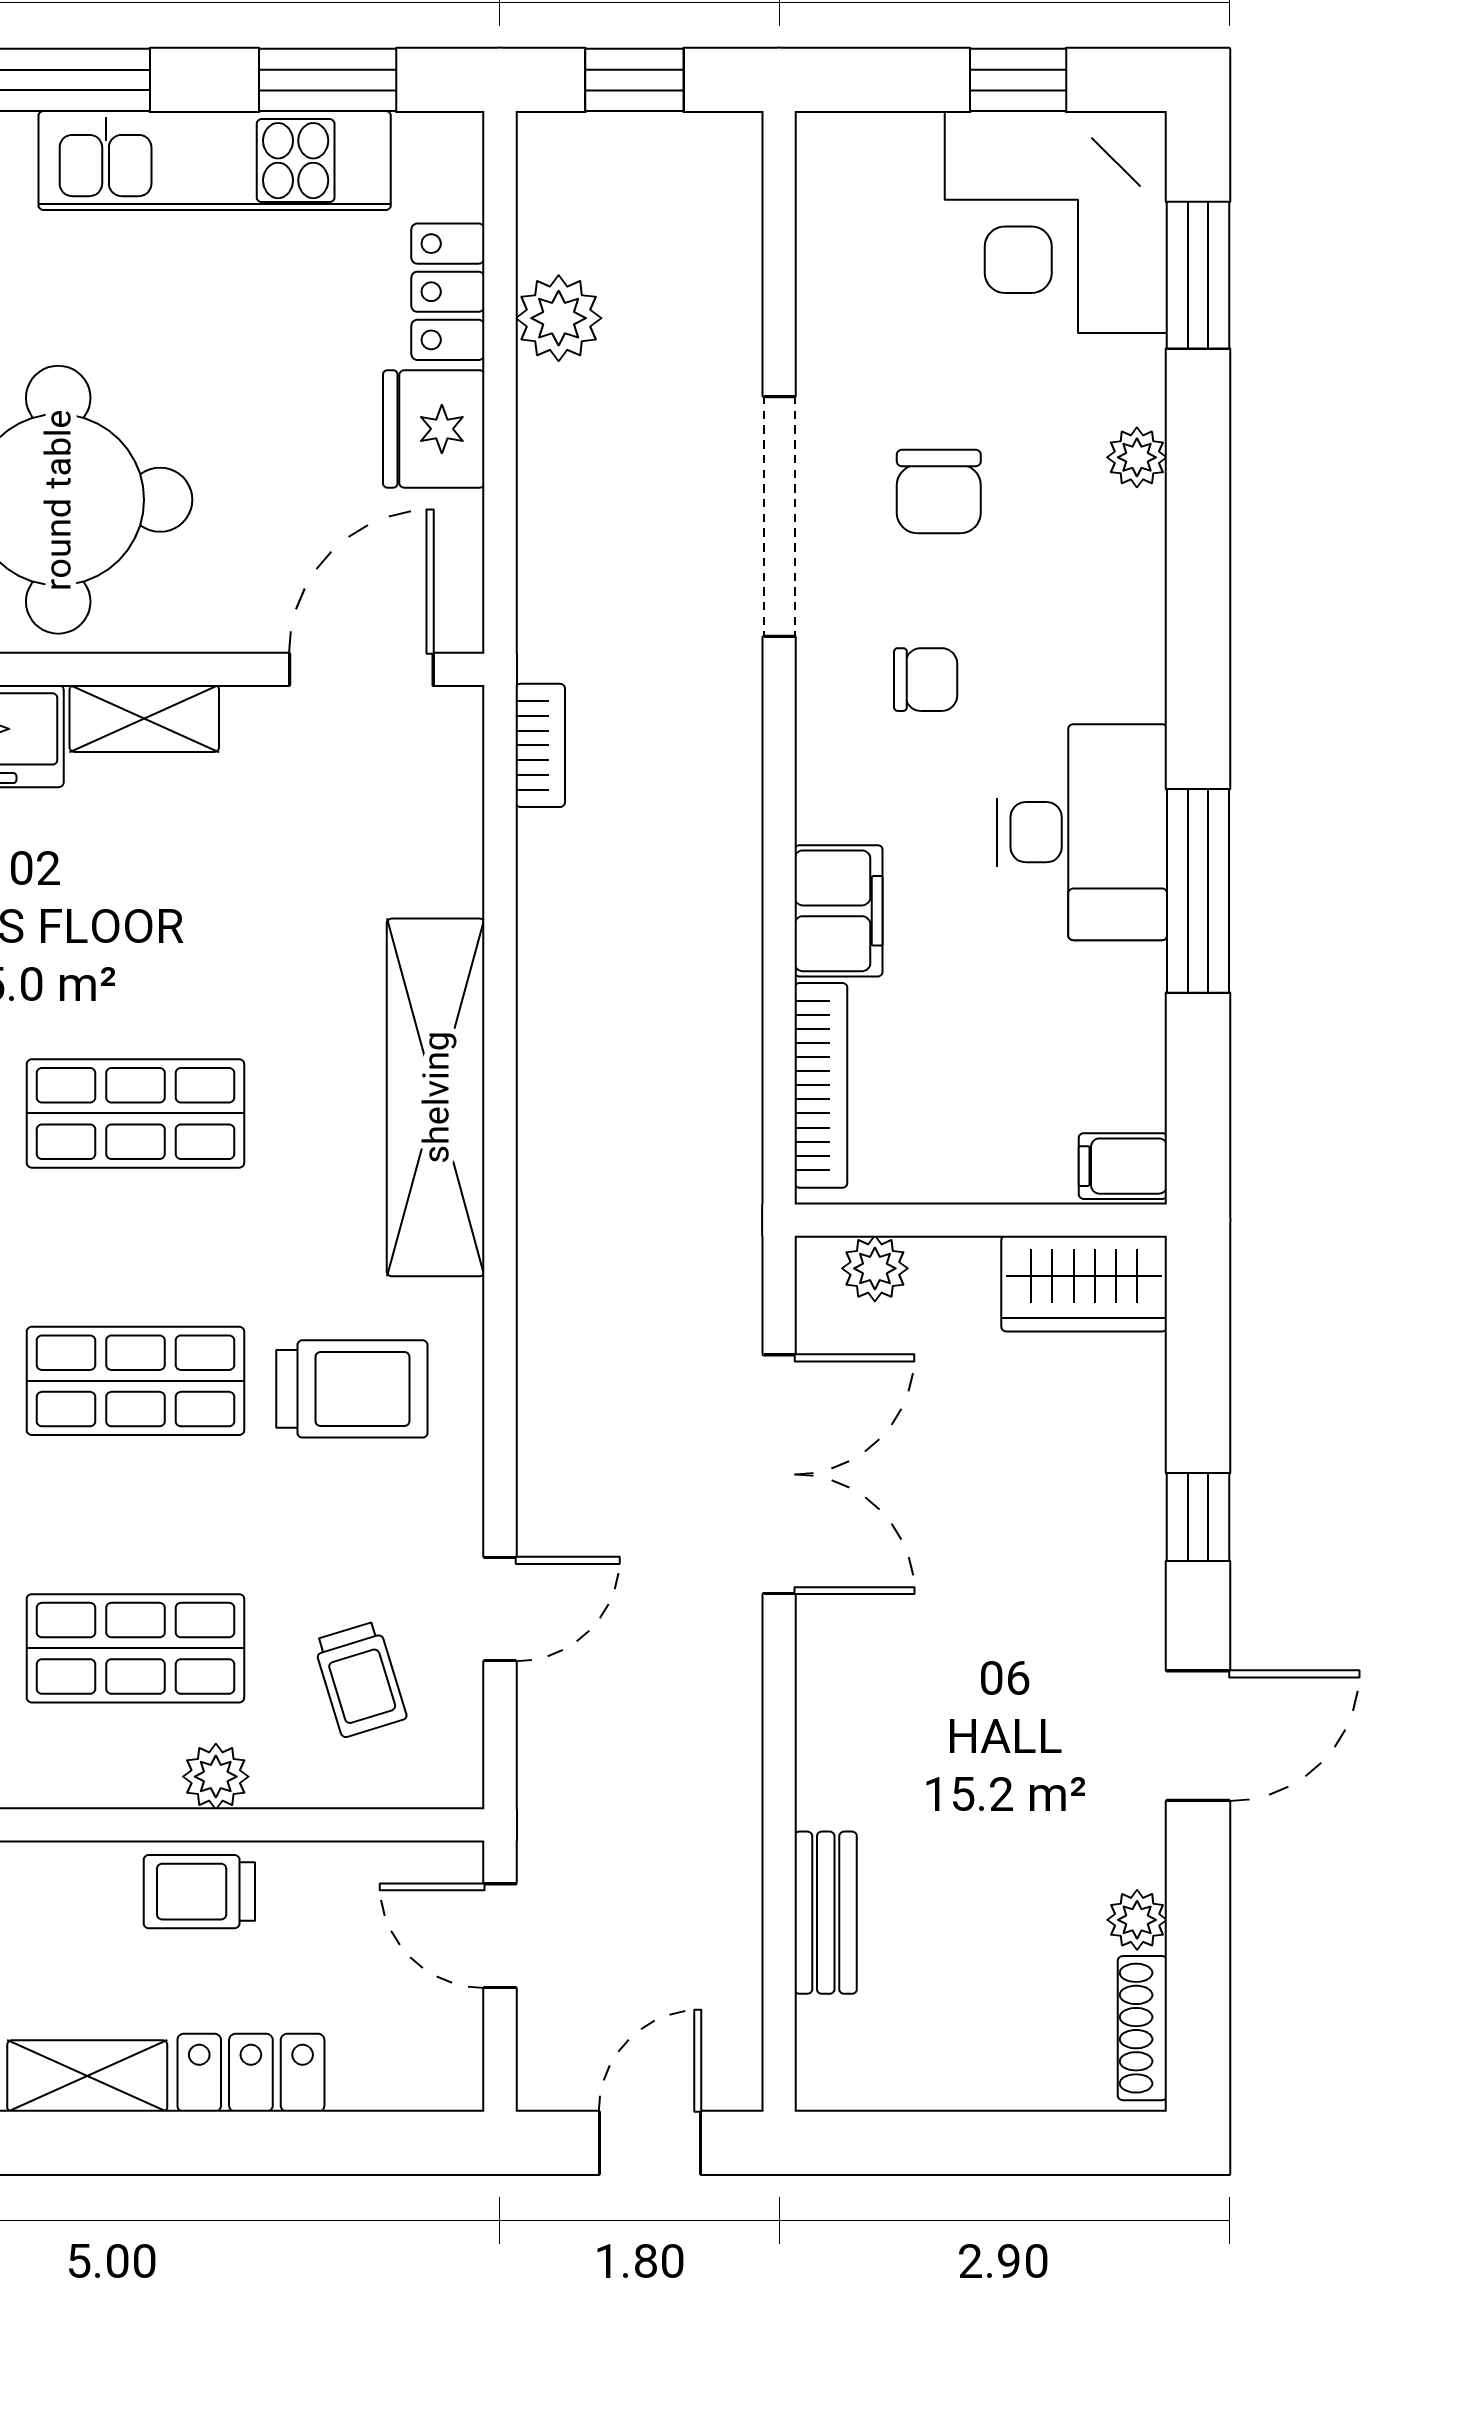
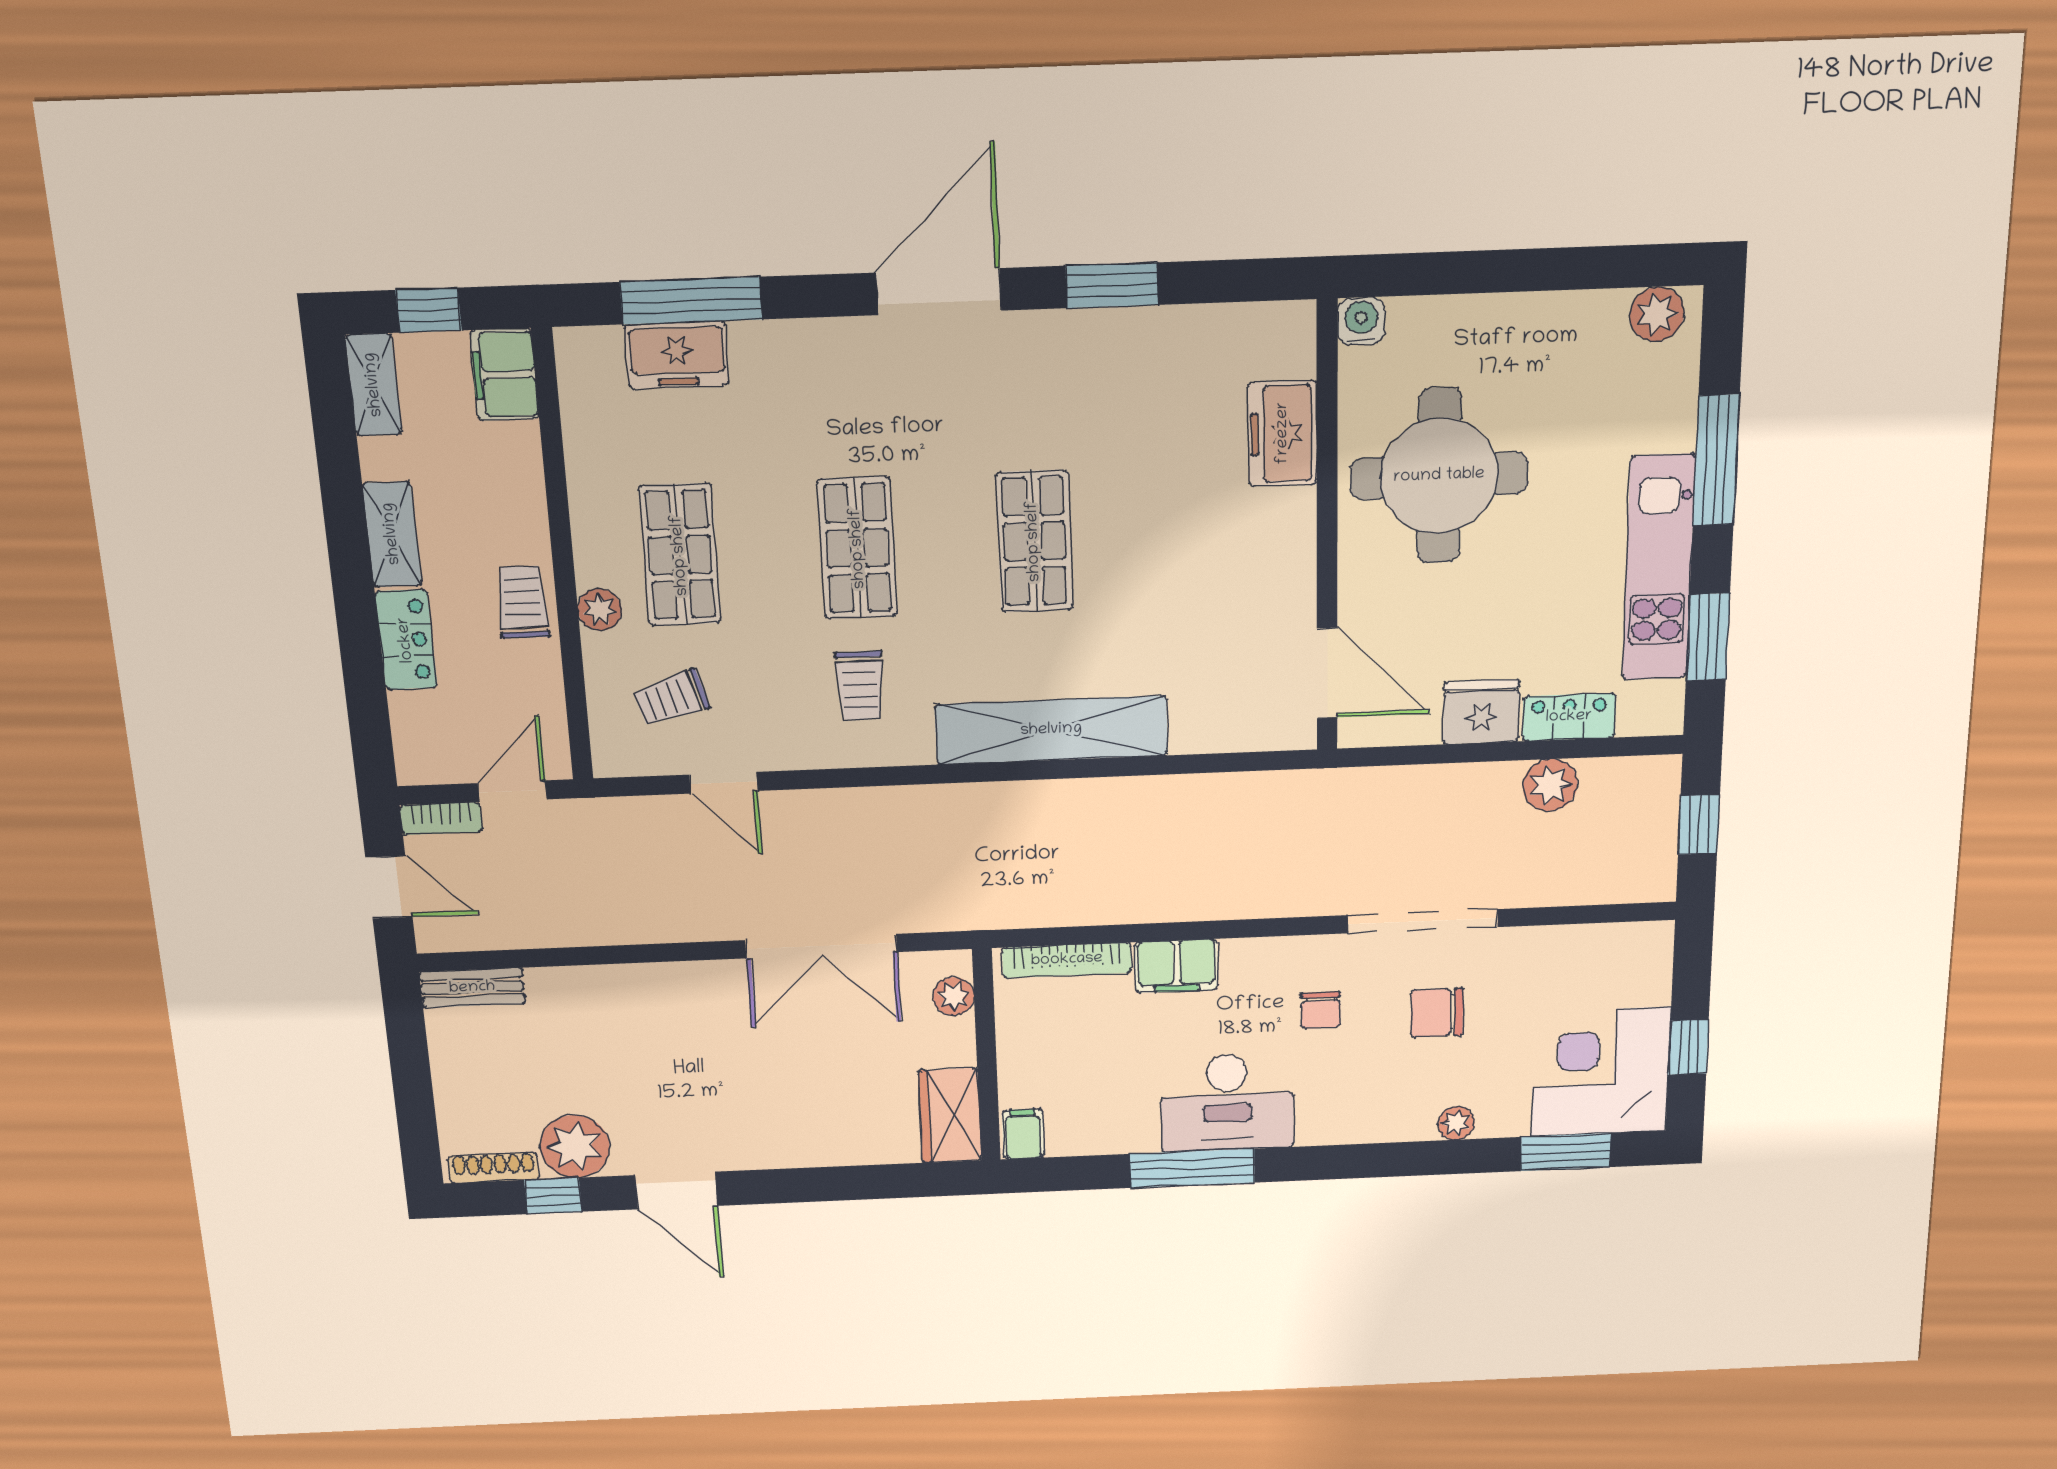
shelving: (144, 718) -> (1295, 537), removed
bookcase: (540, 745) -> (441, 819), moved
trolley: (352, 1389) -> (860, 686), width x0.73, depth x0.72
window: (1198, 1517) -> (553, 1196), moved
bench: (826, 1913) -> (472, 988), moved
plant: (1137, 1920) -> (575, 1146), width x1.88, depth x1.88

